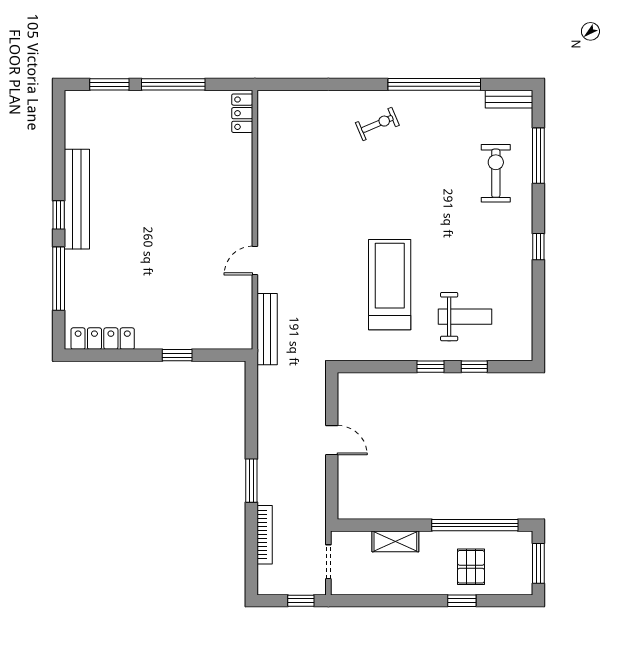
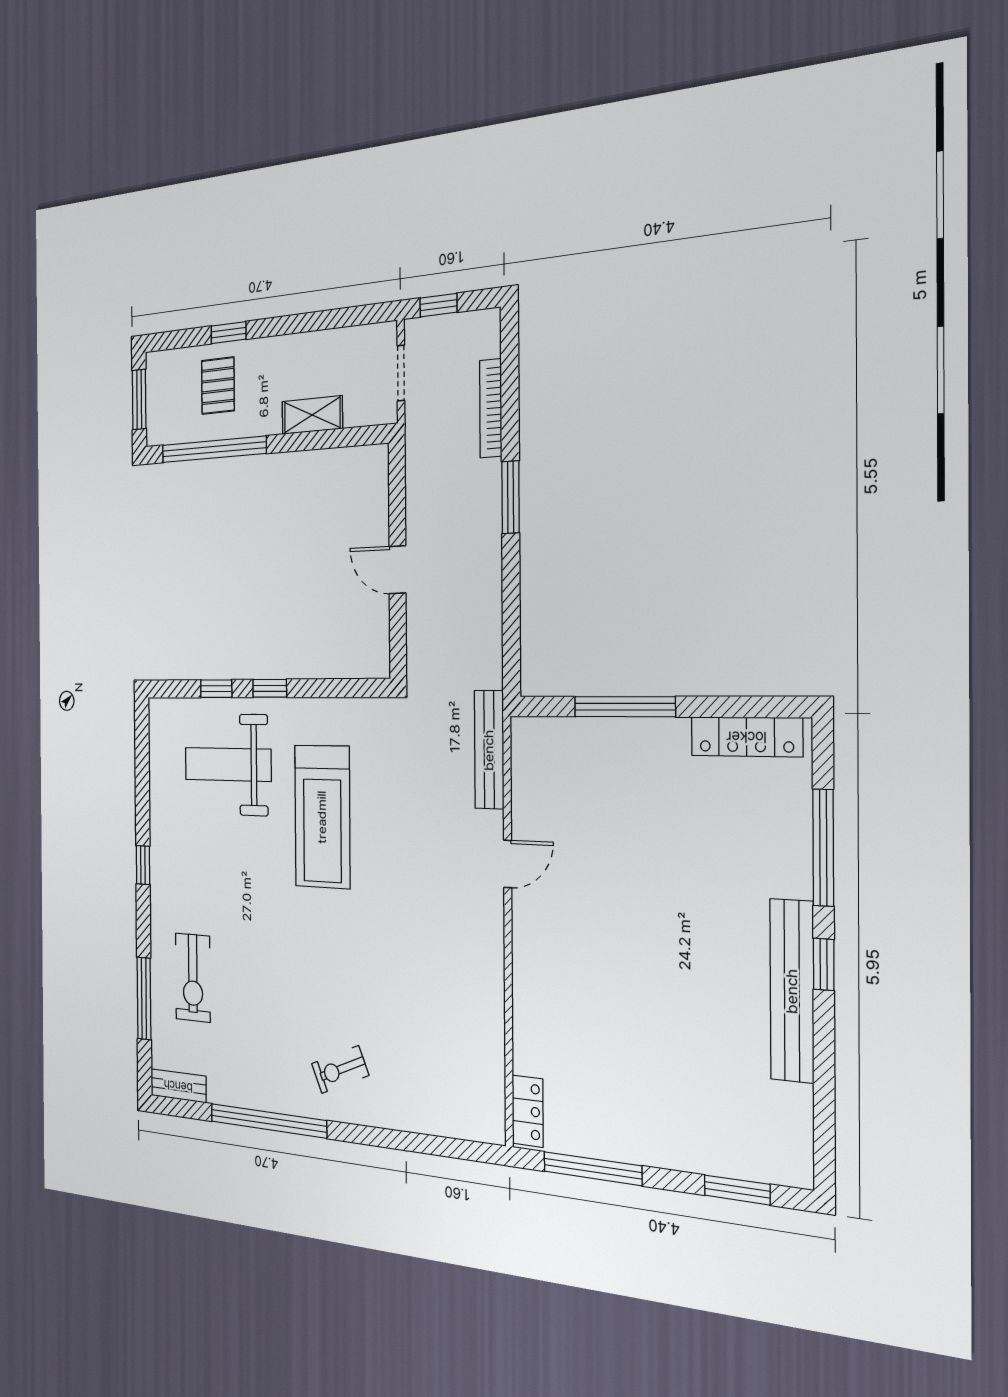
window: (173, 84) -> (592, 1169), moved
weight bench: (465, 317) -> (228, 764), width x1.36, depth x1.33
window: (177, 355) -> (625, 707), width x2.17

